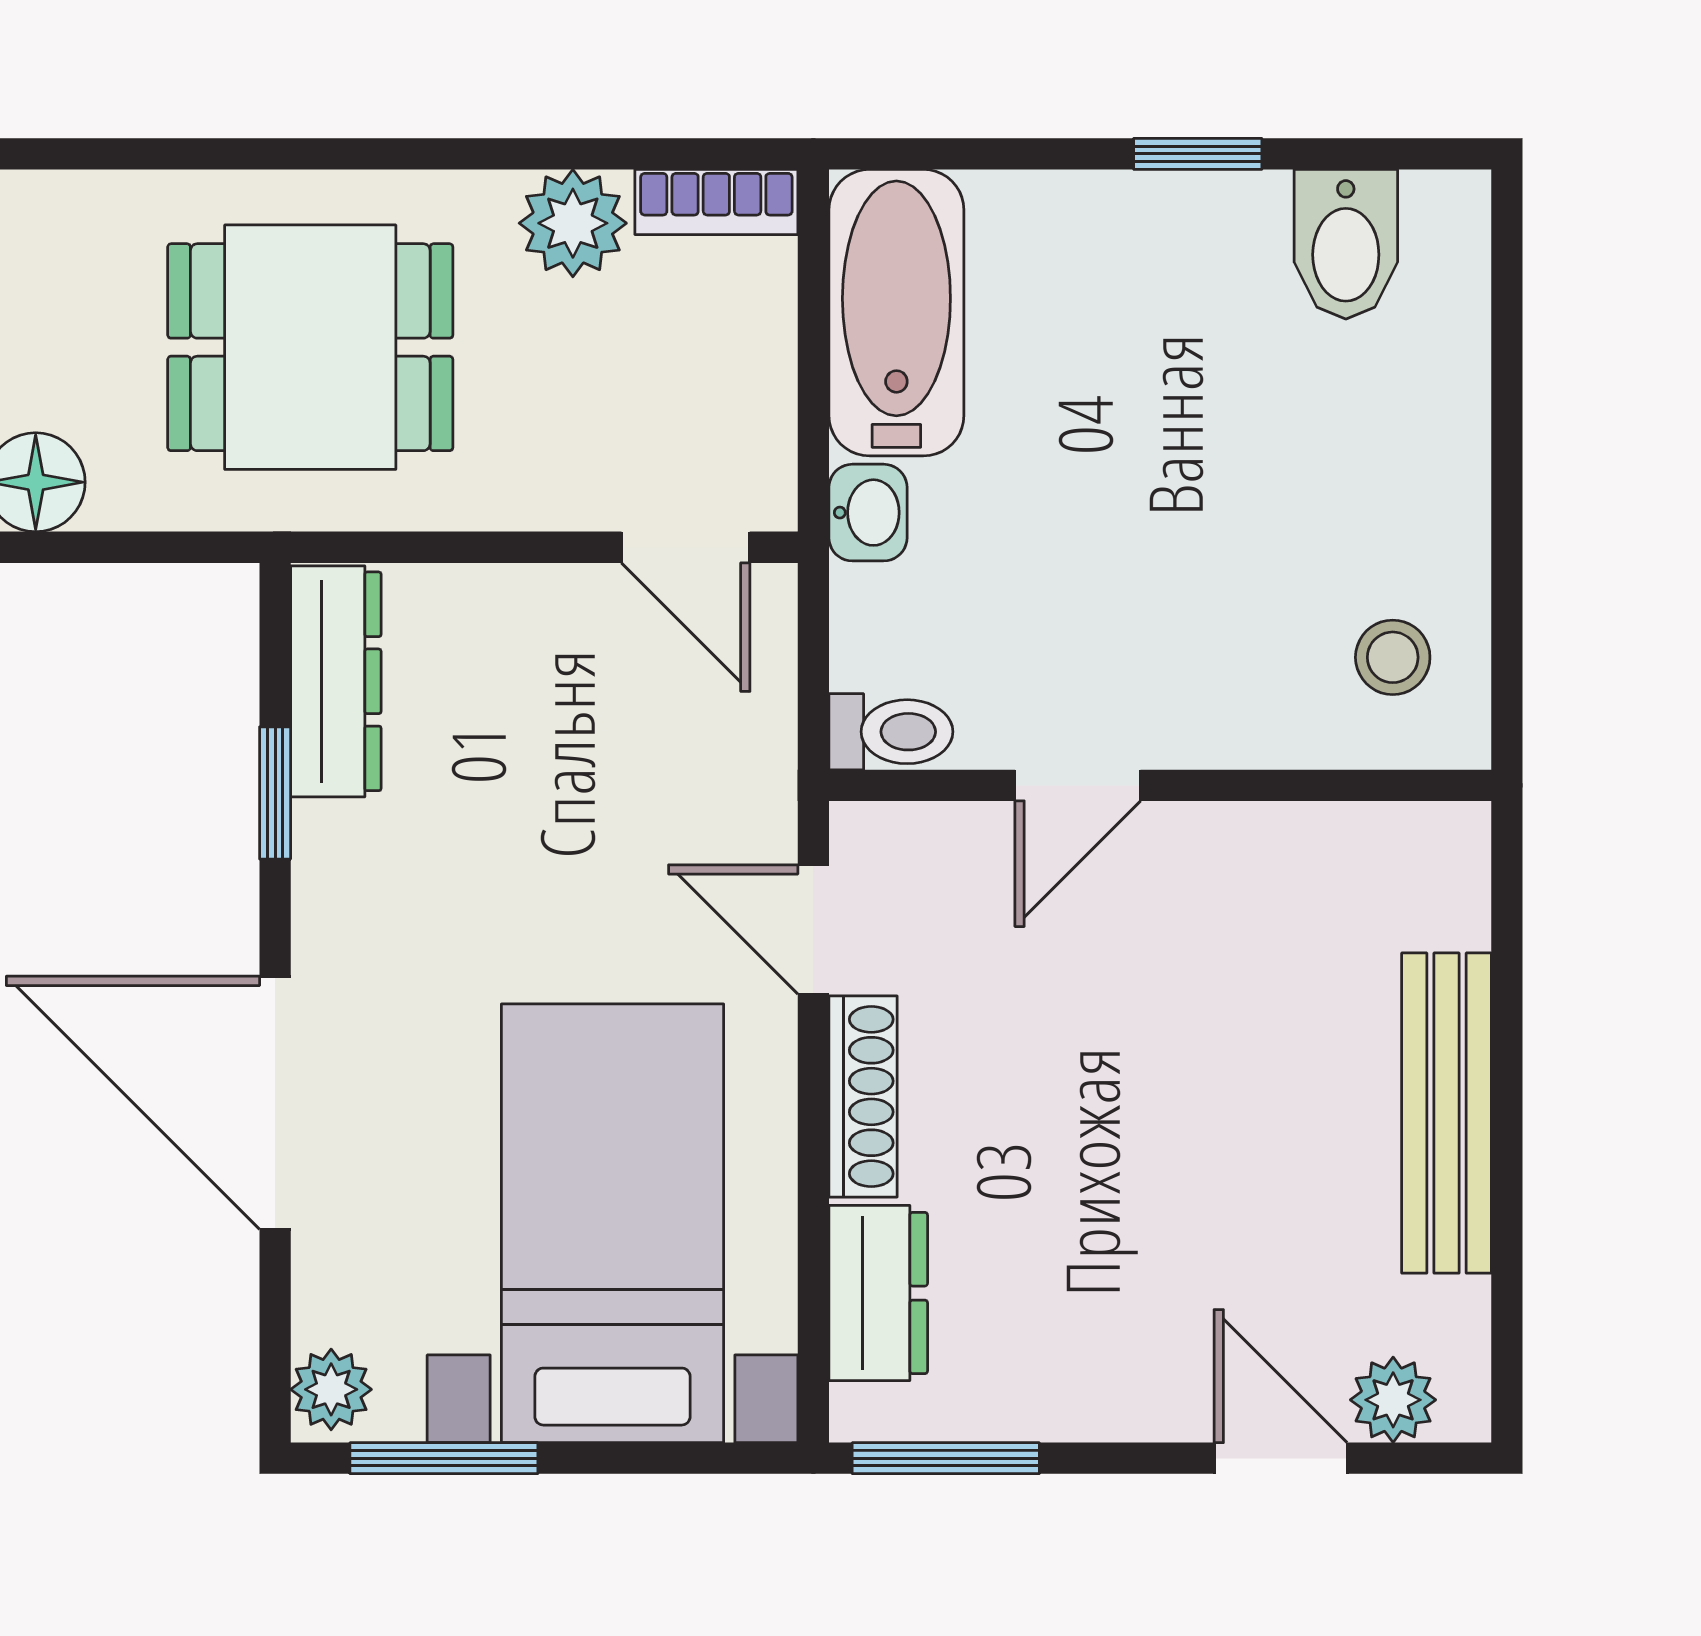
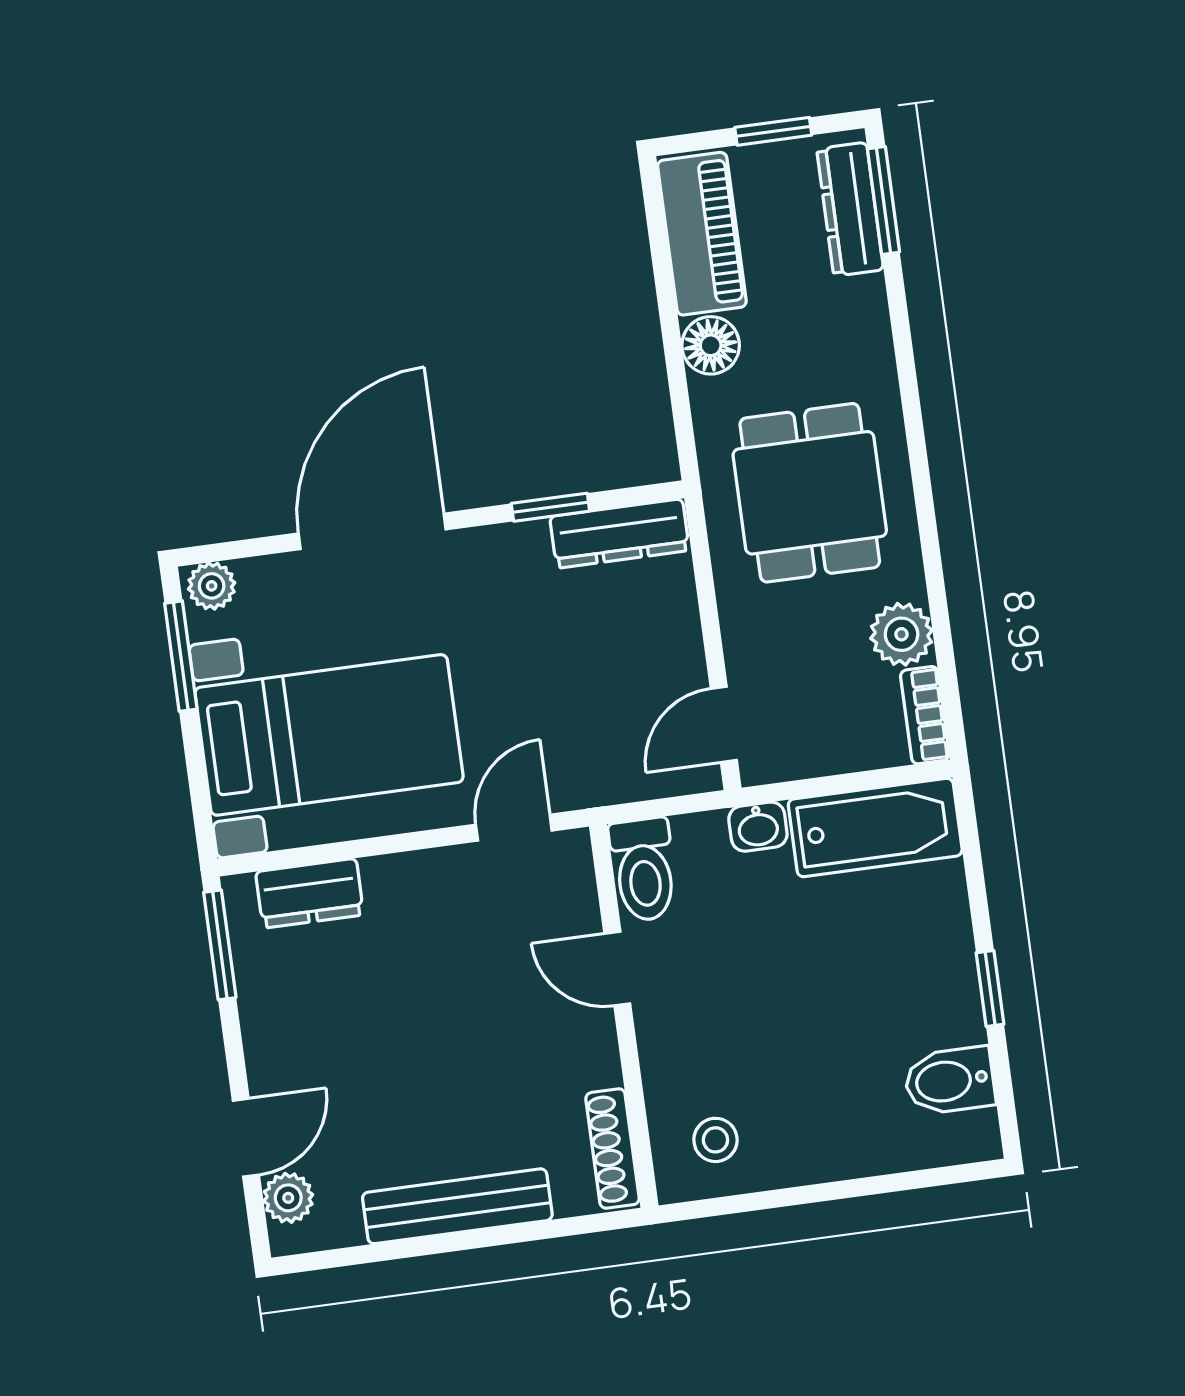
toilet: (891, 732) -> (644, 870), width x1.37, depth x1.39
shoe rack: (863, 1097) -> (613, 1149), moved, turned 90

